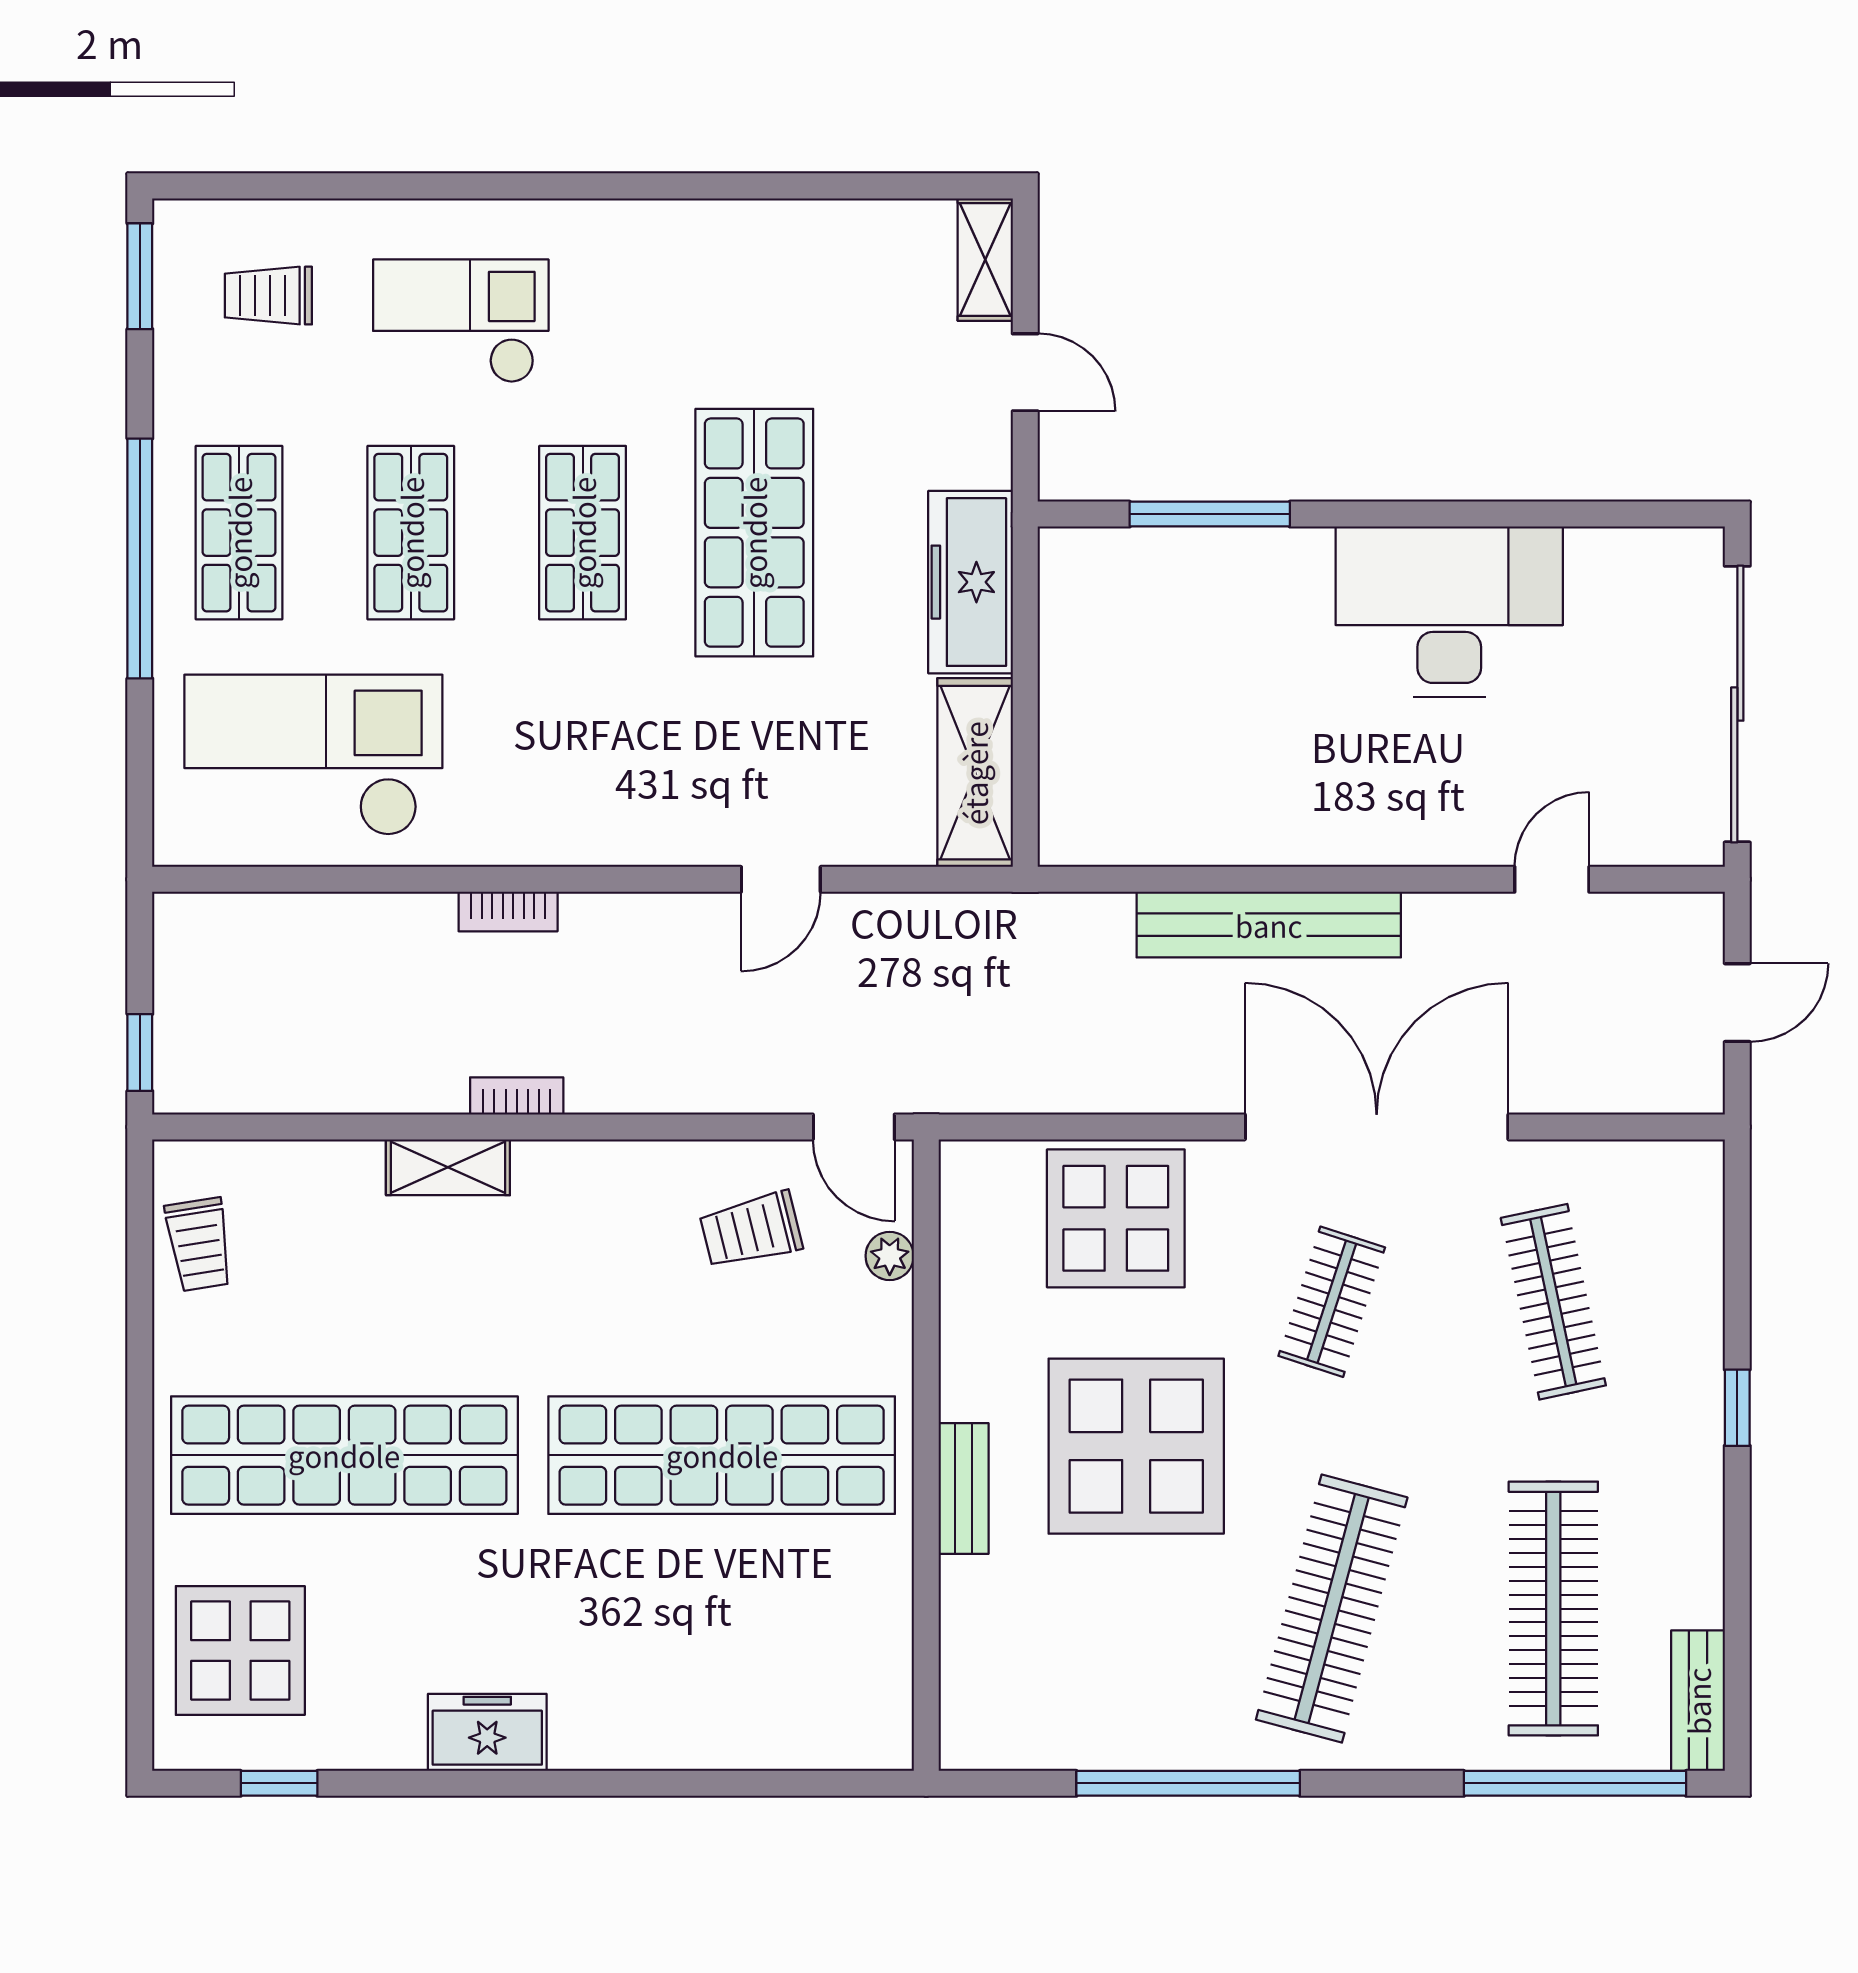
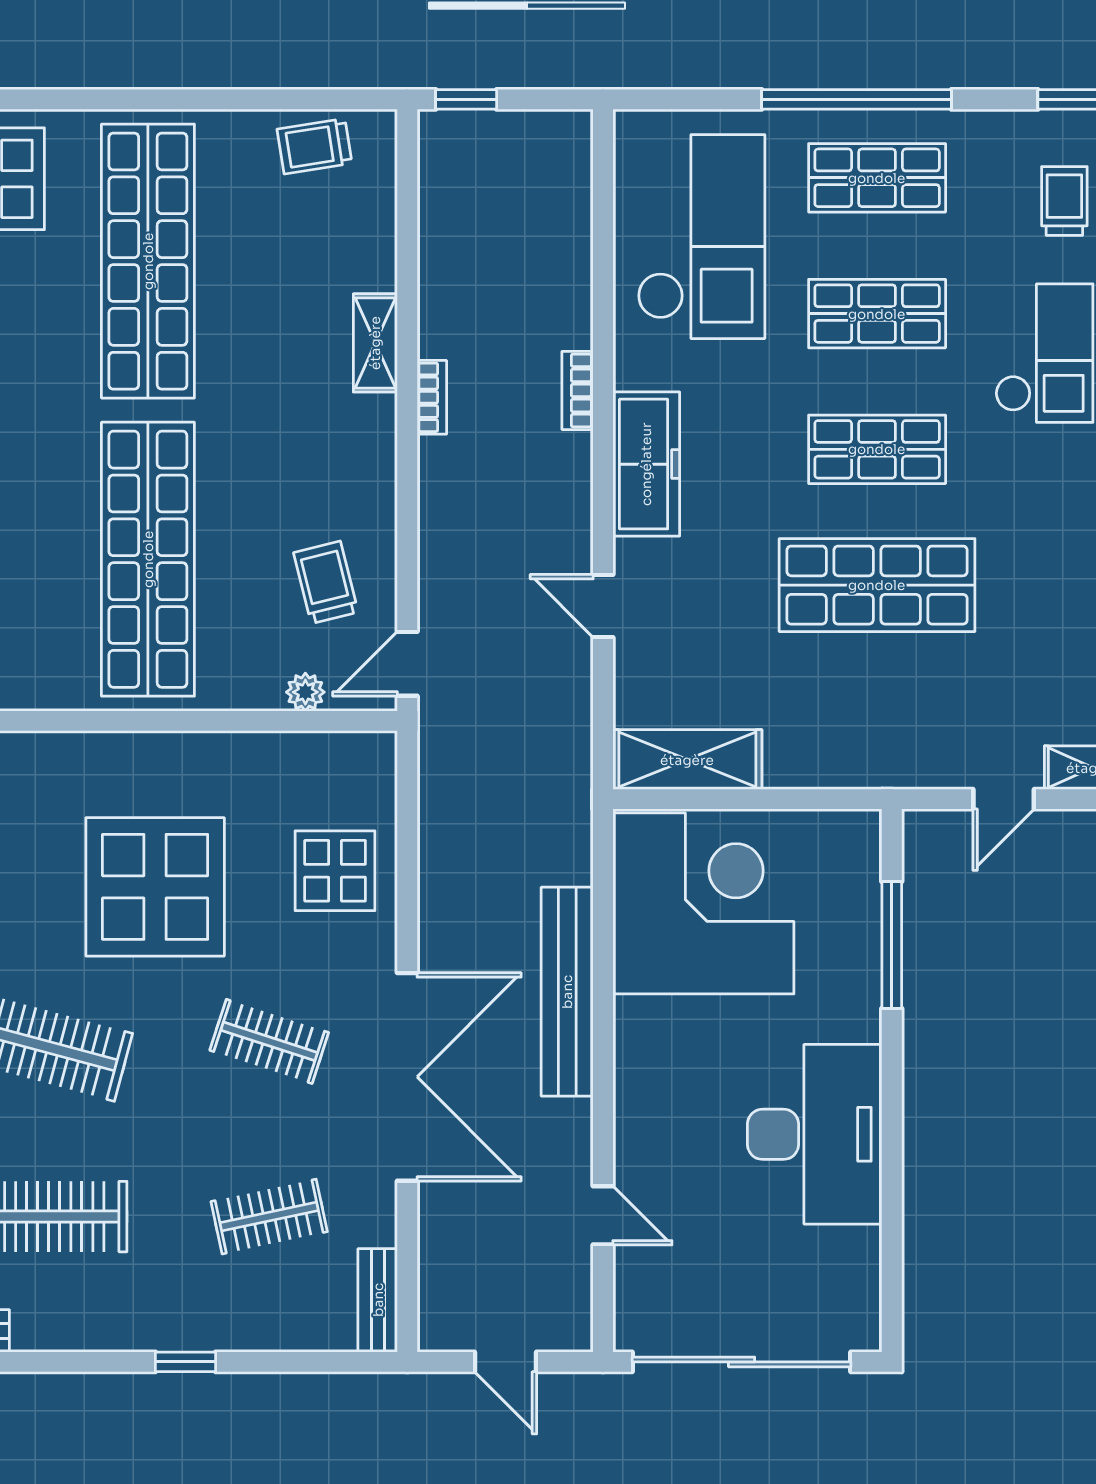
freezer: (971, 582) -> (646, 464), moved, turned 90
corner desk: (1157, 752) -> (703, 903), added
display table: (1116, 1218) -> (335, 871), width x0.73, depth x0.73
clothes rail: (1553, 1302) -> (269, 1217), width x0.73
bench: (964, 1489) -> (378, 1300), moved, turned 90

